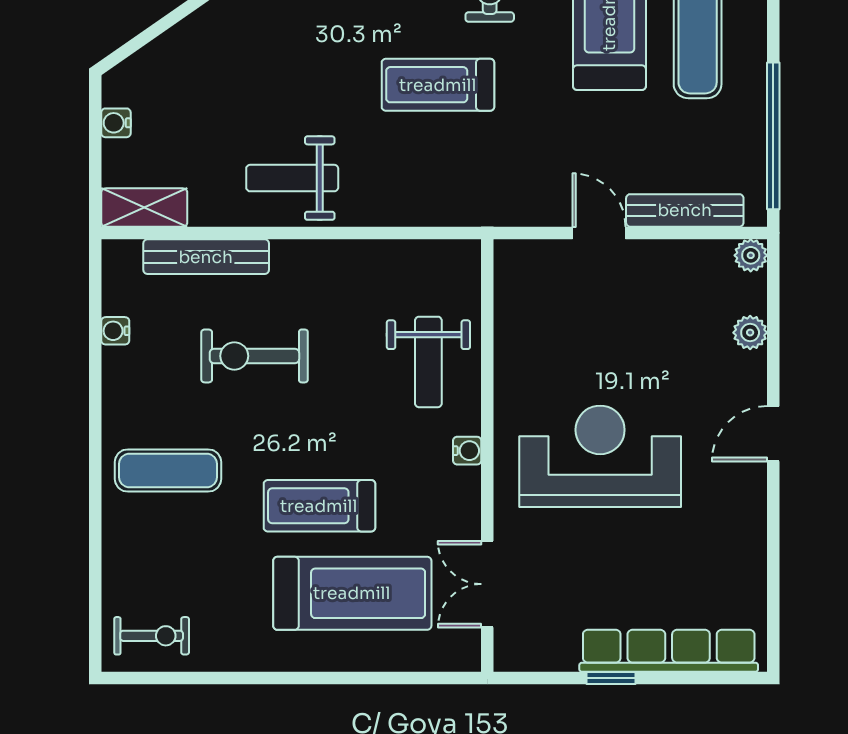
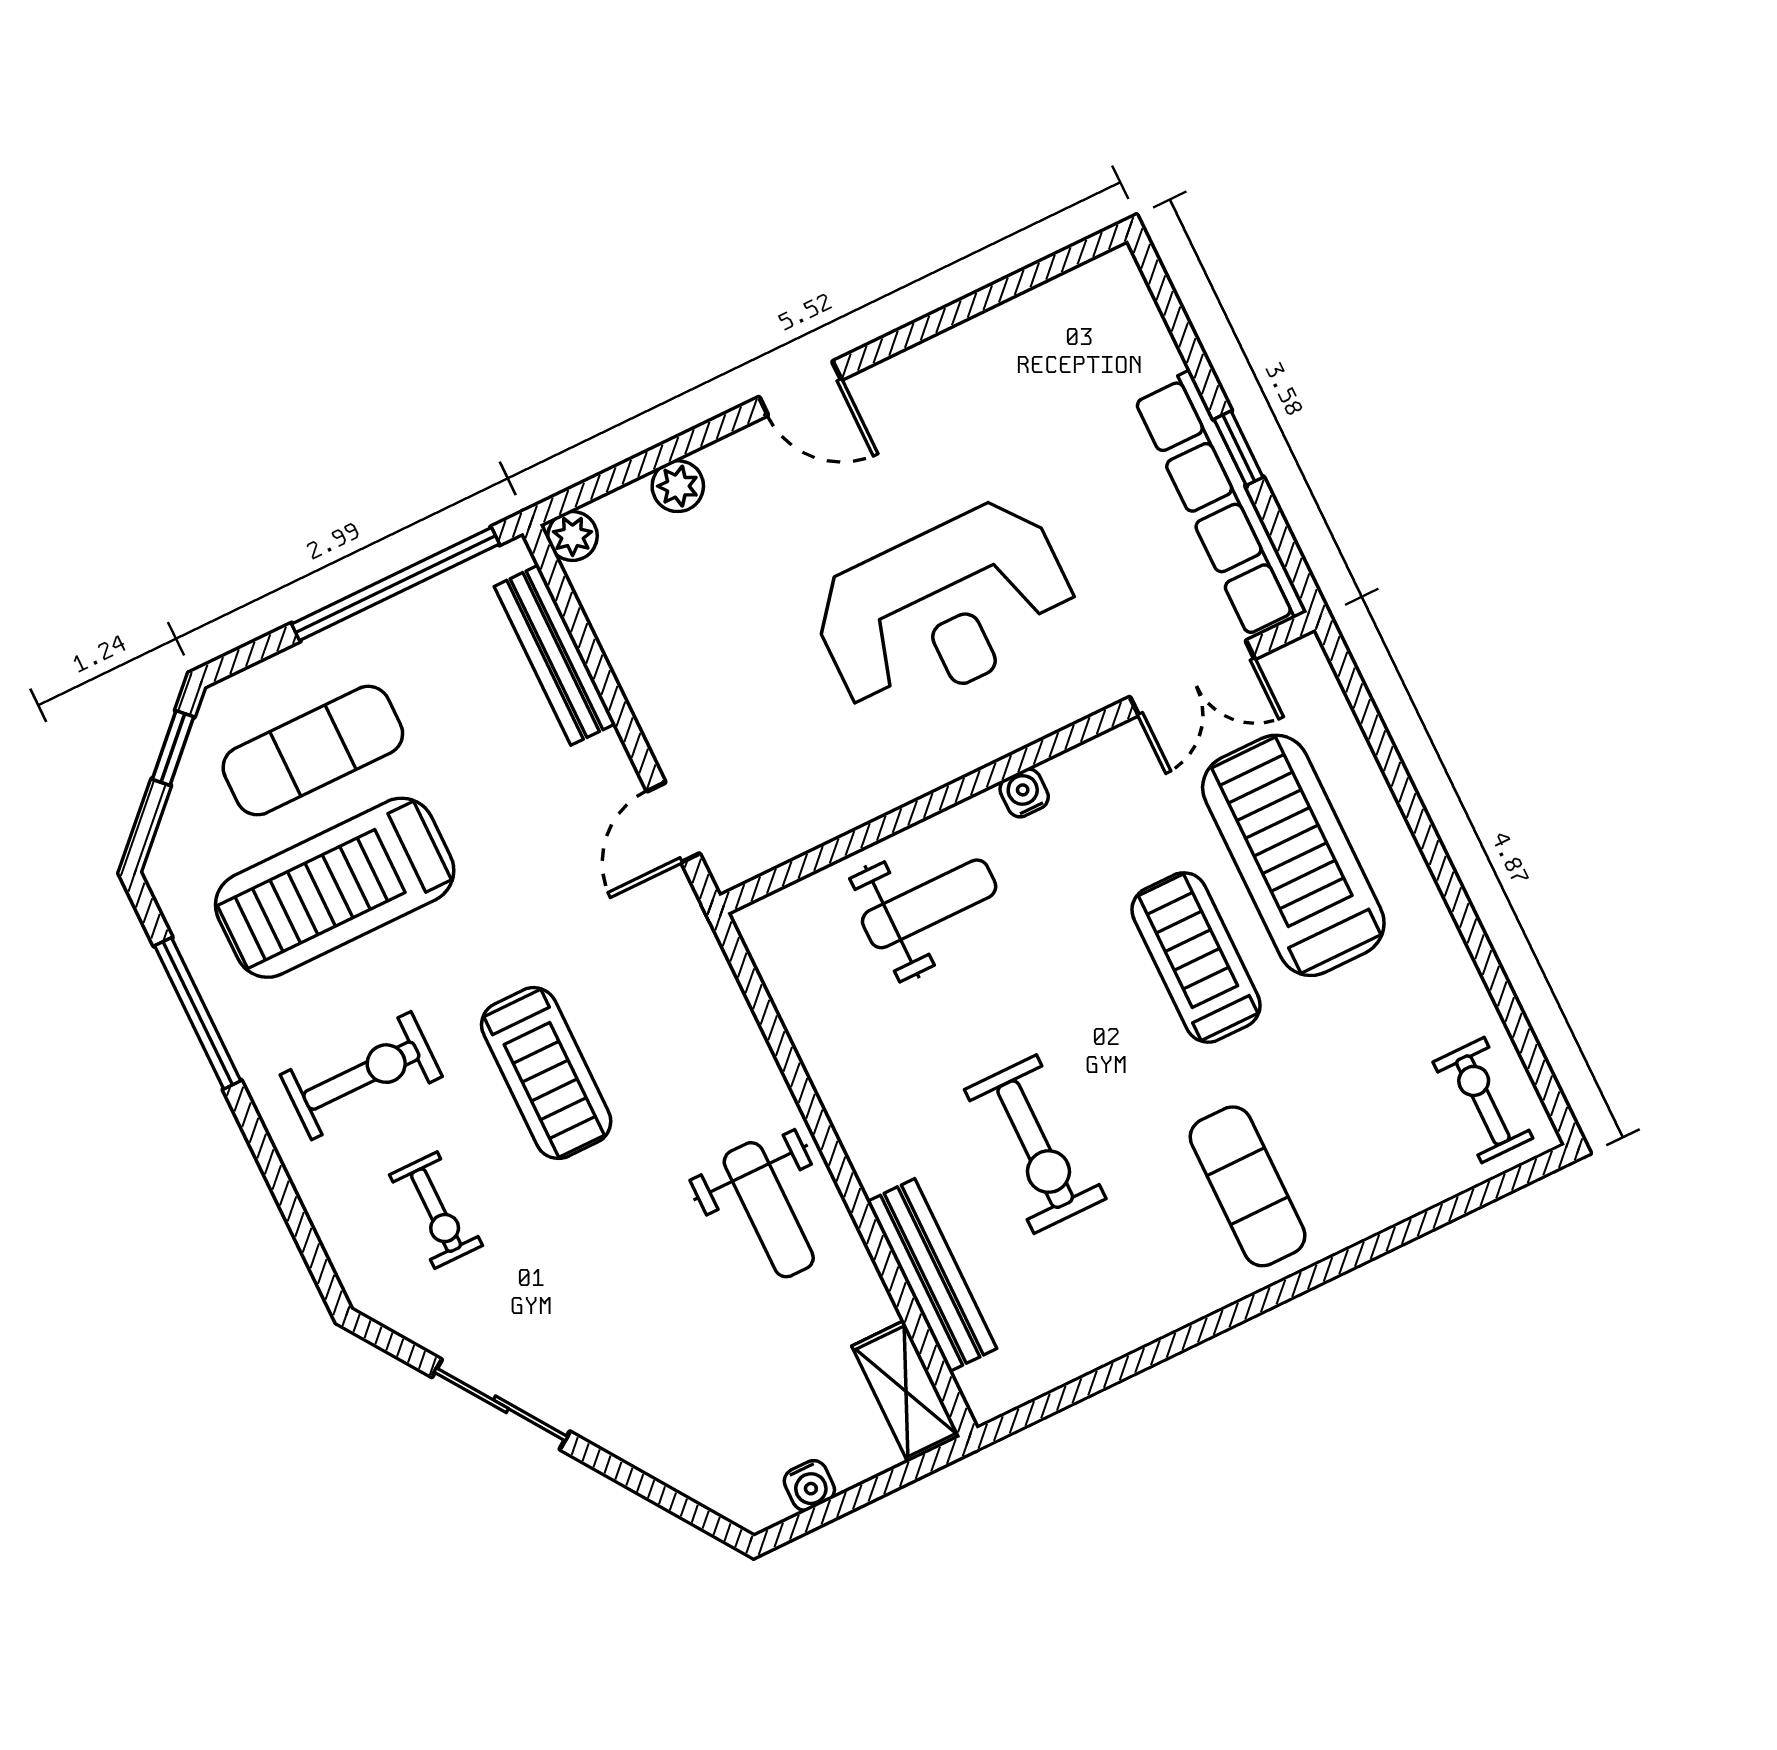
door: (599, 233) -> (673, 822), moved
water cooler: (115, 331) -> (1092, 1350), removed
reception desk: (600, 456) -> (945, 609), turned -90
treadmill: (319, 506) -> (1196, 957), turned 180
row of seats: (669, 651) -> (1220, 505), moved

